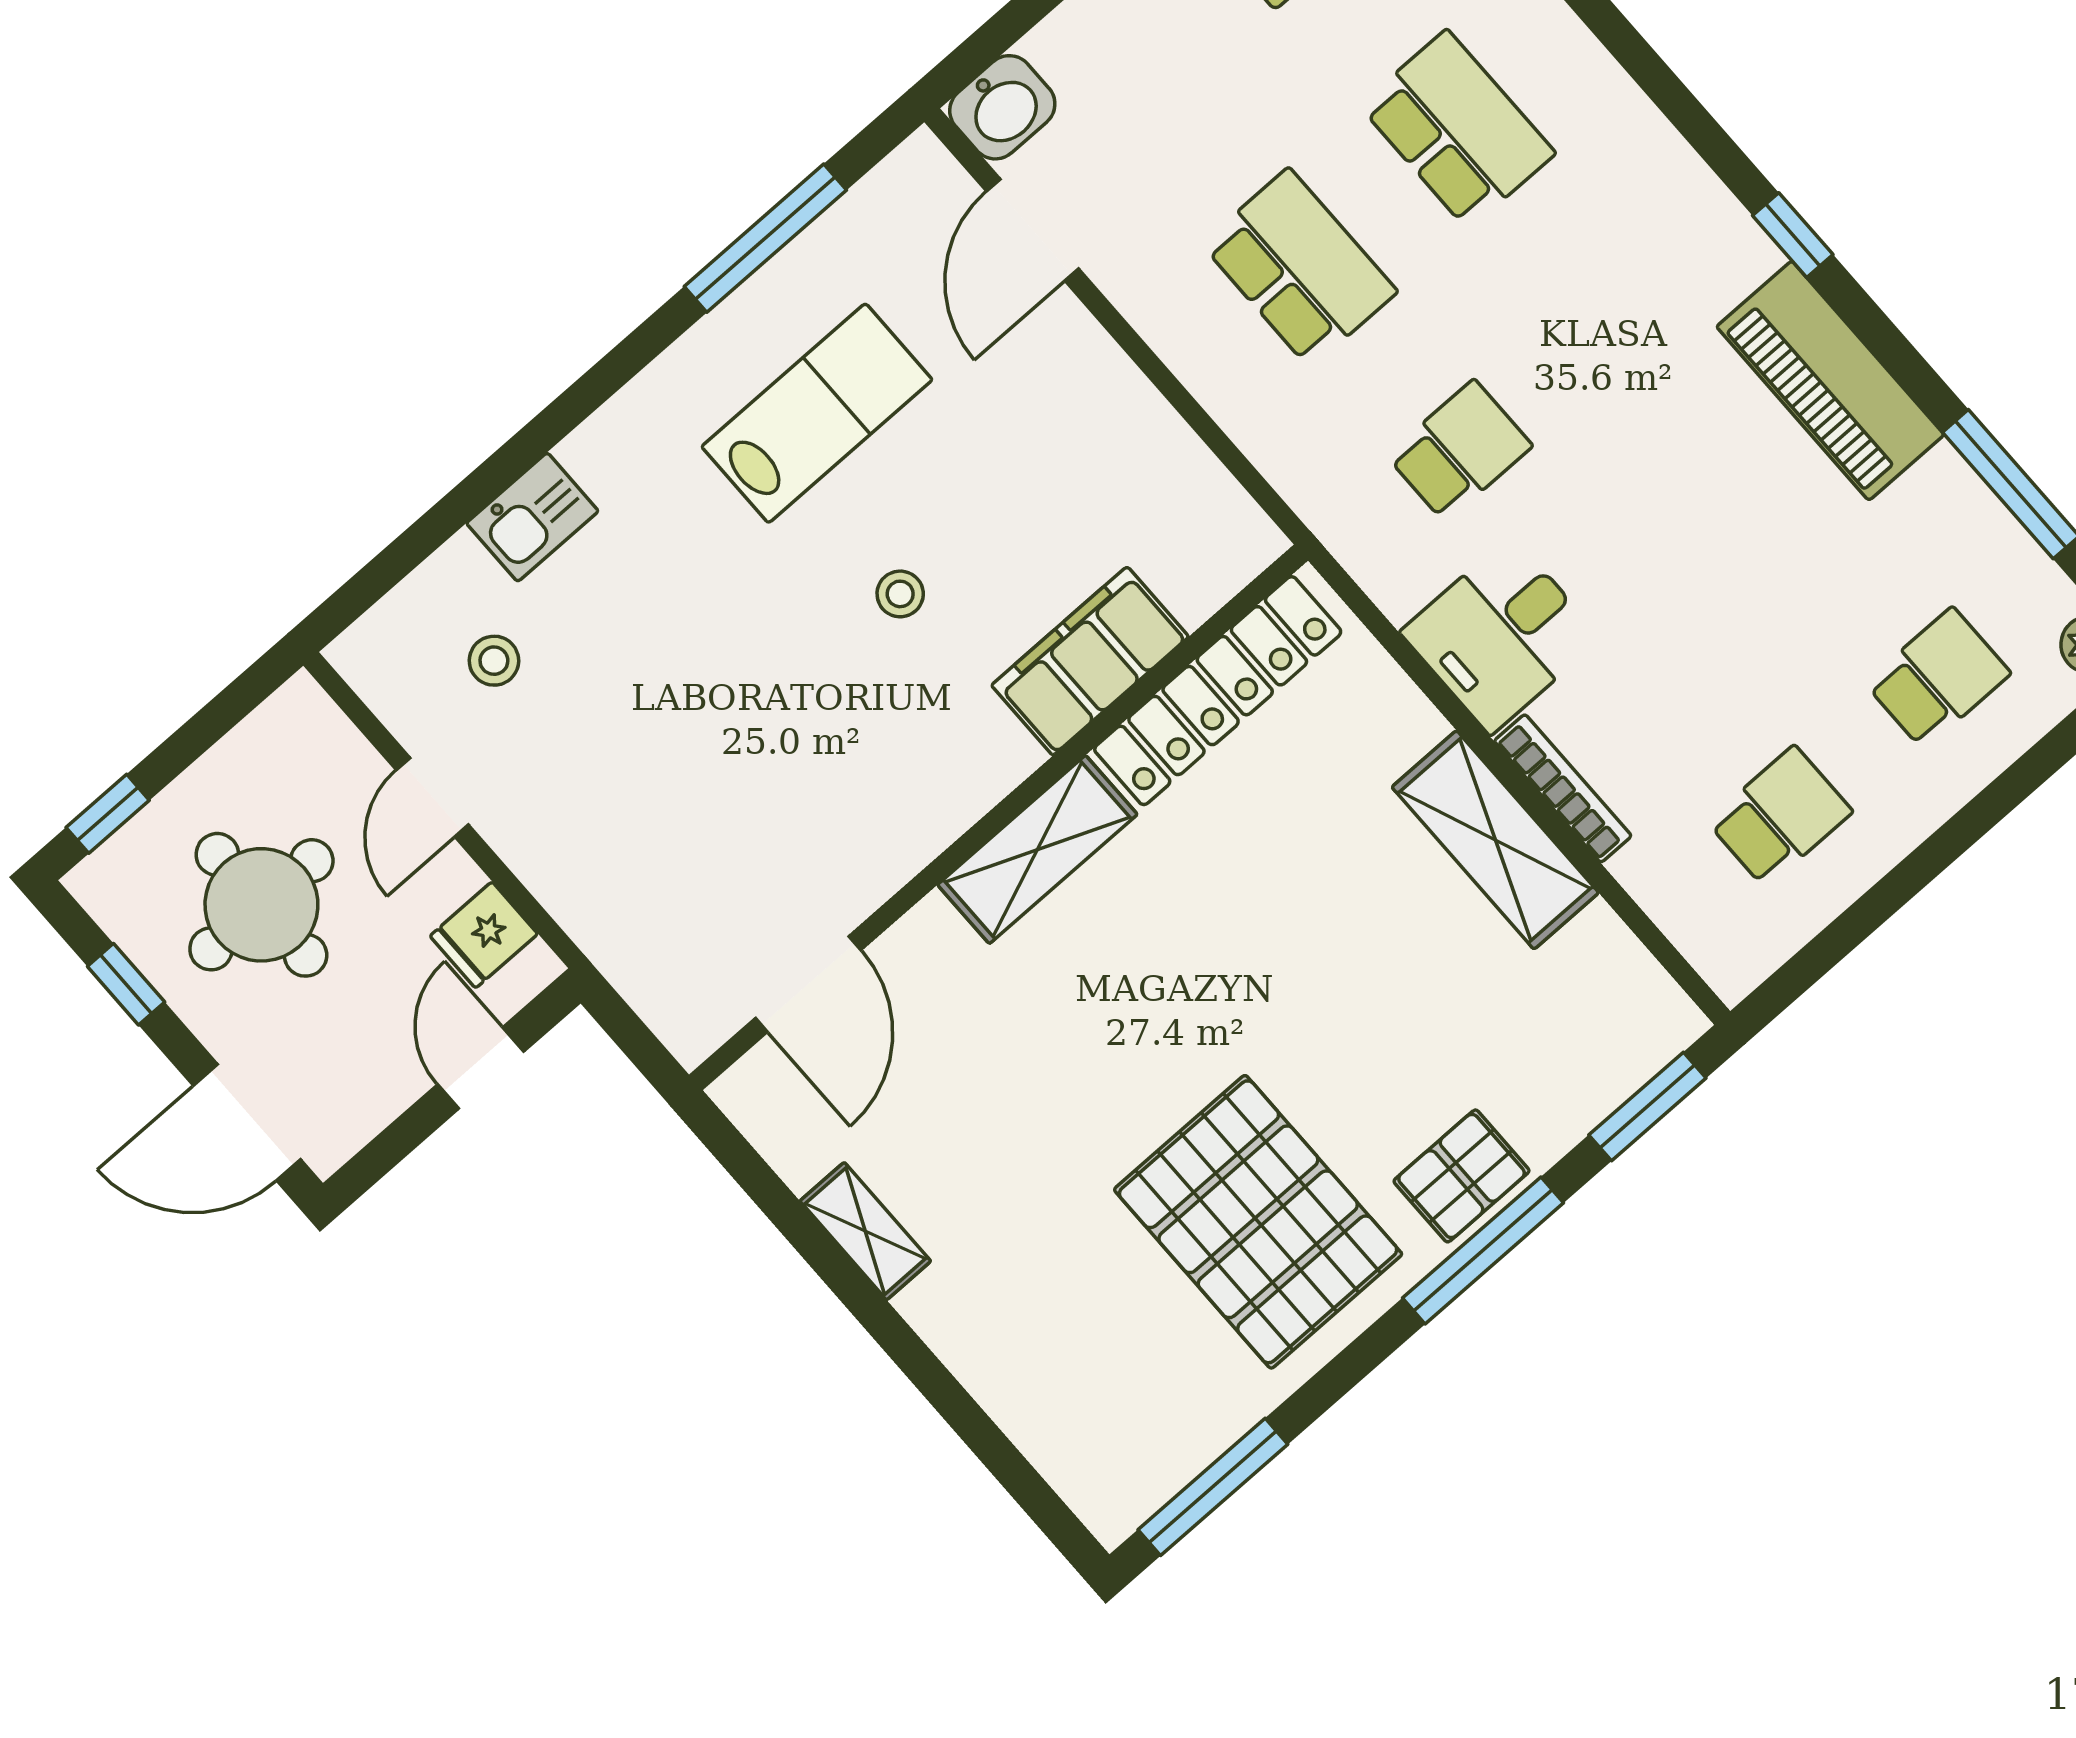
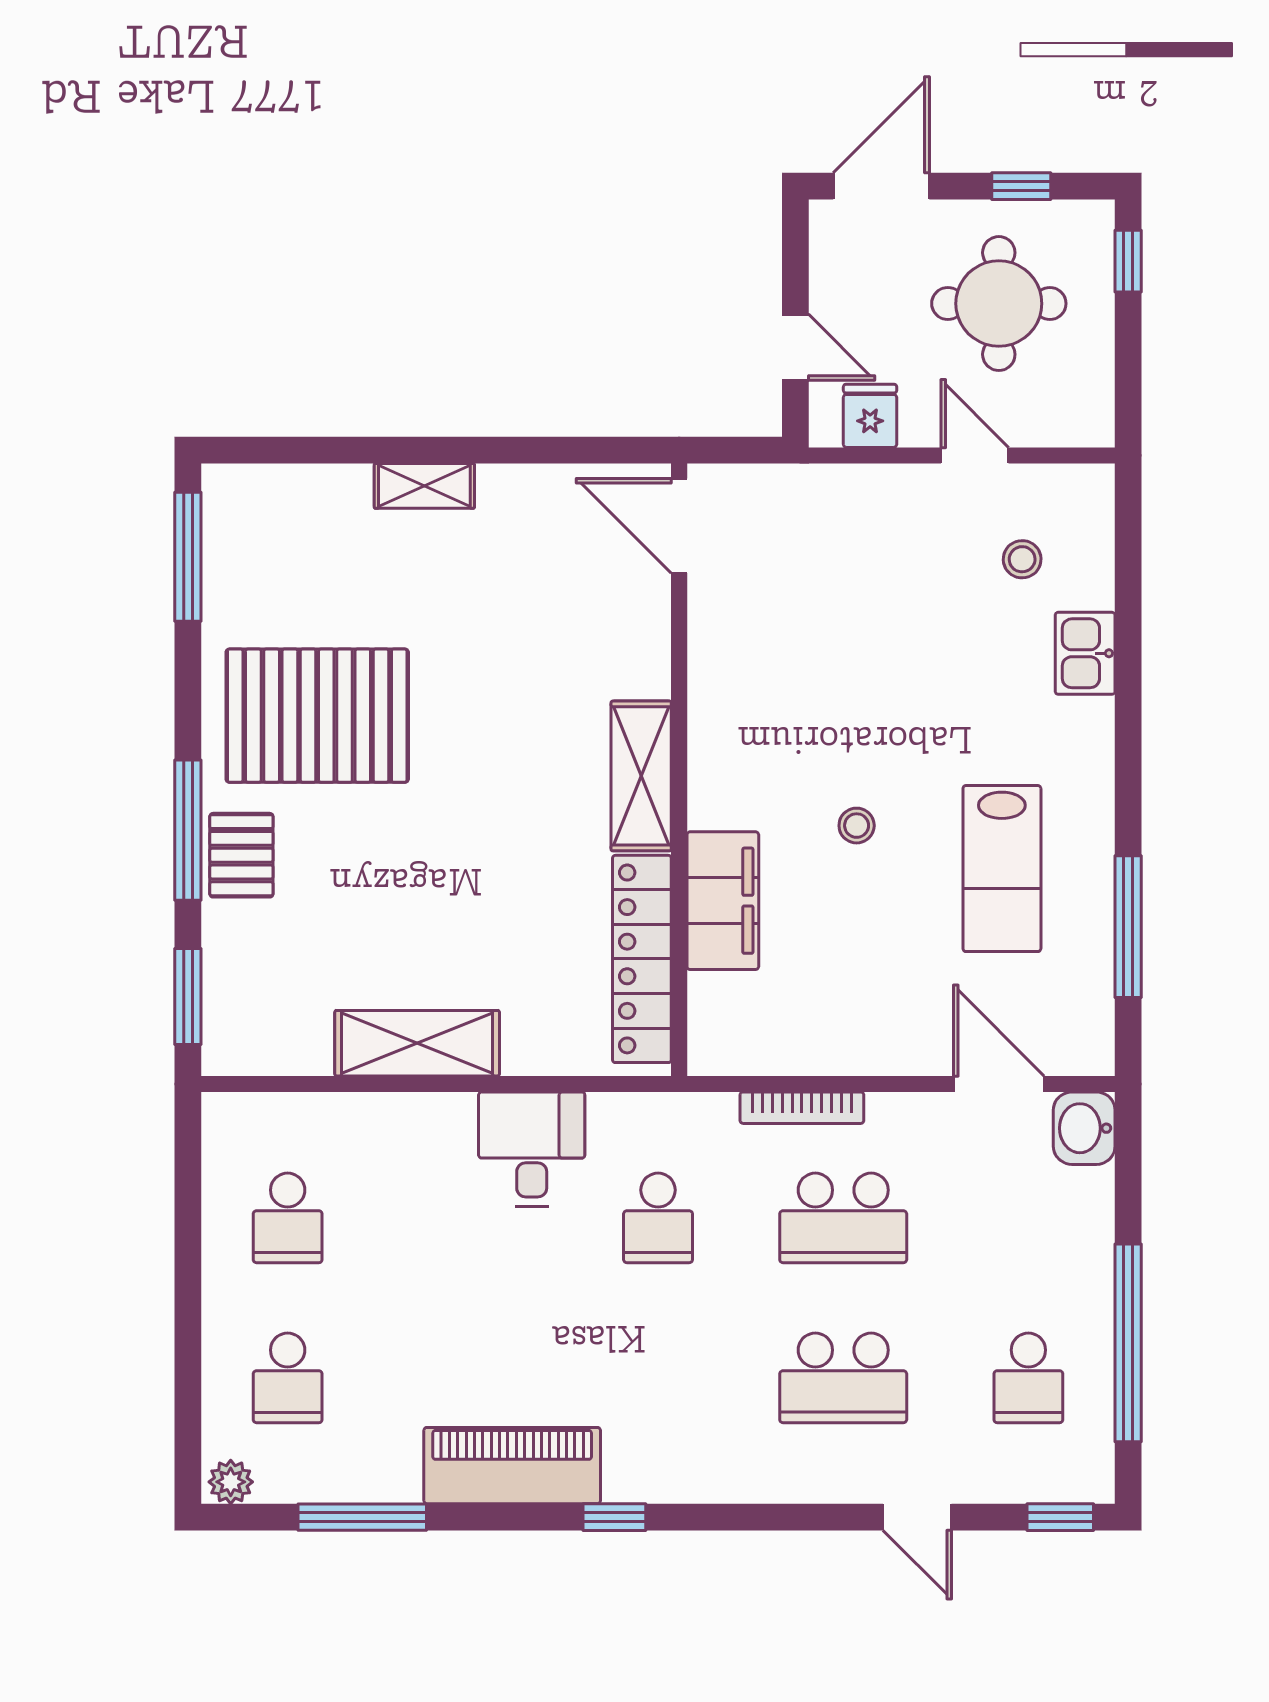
bookcase: (1563, 788) -> (802, 1108), moved
door: (808, 984) -> (679, 526), moved
shelving: (865, 1231) -> (424, 486), moved

